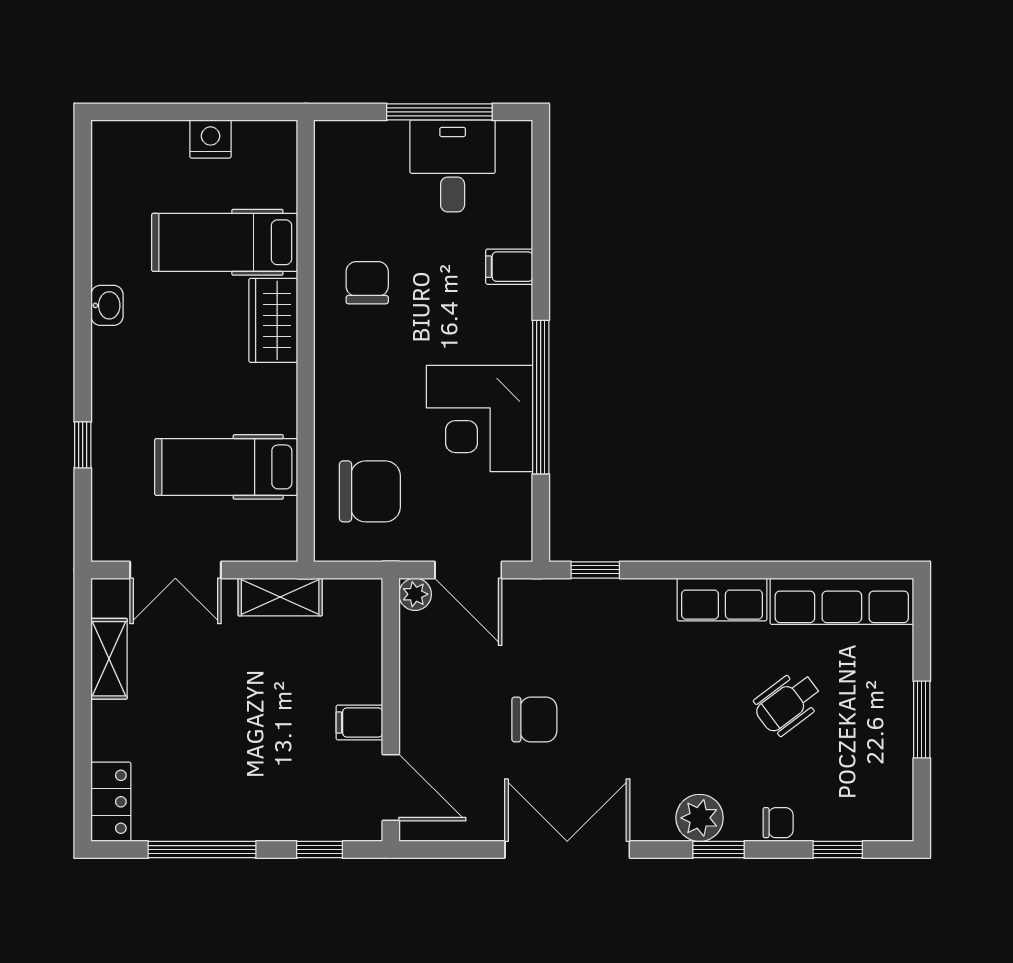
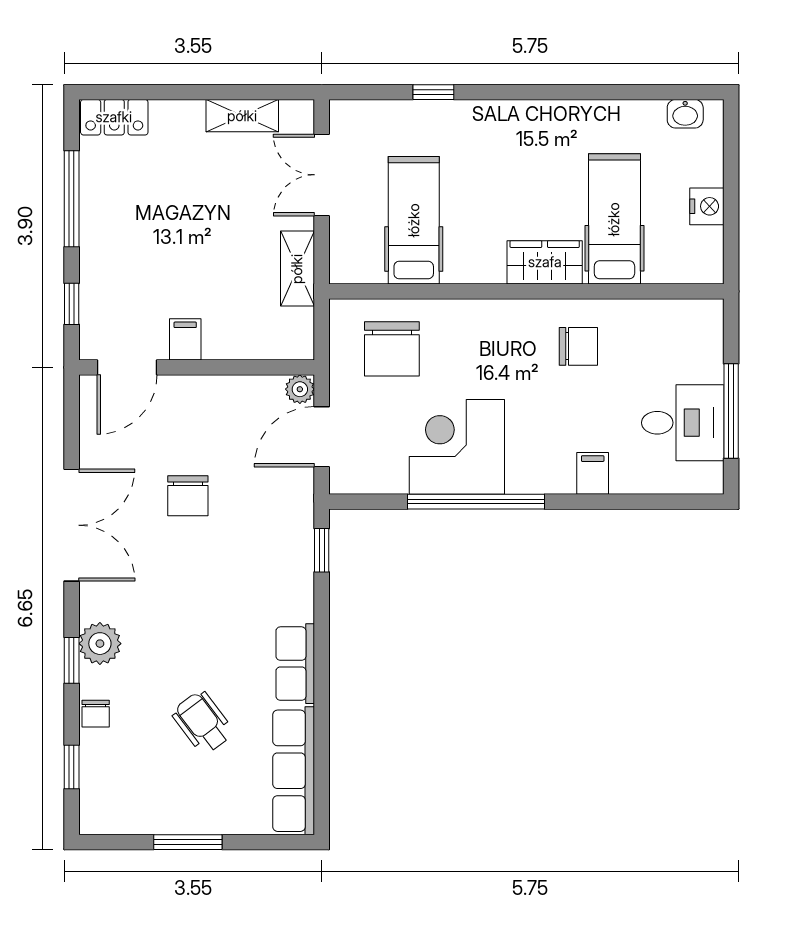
washbasin: (107, 305) -> (685, 114), moved

